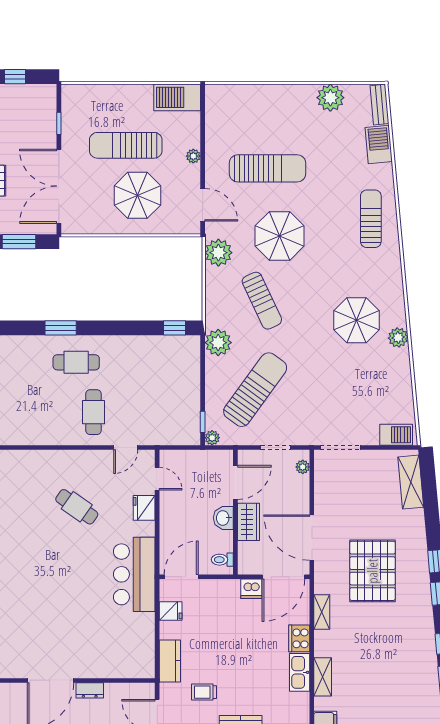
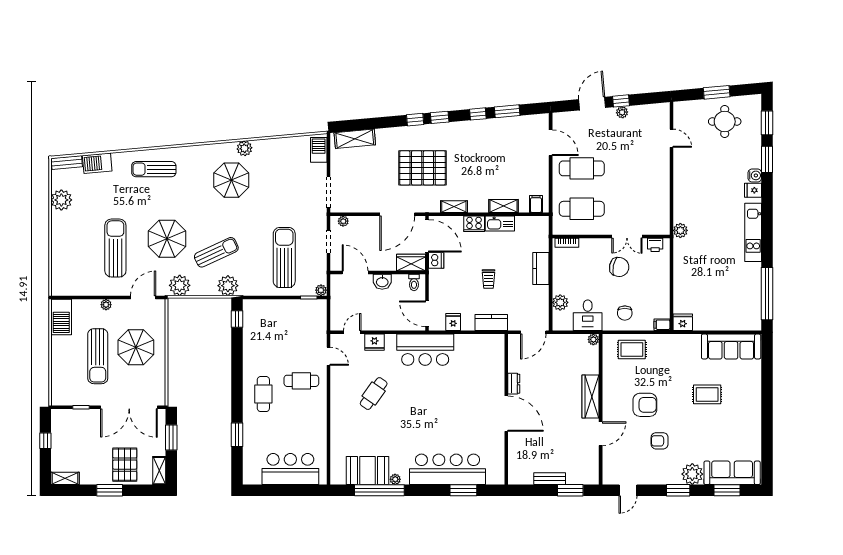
window: (61, 328) -> (237, 435), moved
plant: (218, 343) -> (228, 286), moved
sun lounger: (255, 390) -> (284, 257), turned 54
wardrobe: (248, 522) -> (411, 263), moved
trolley: (204, 692) -> (488, 279), moved

